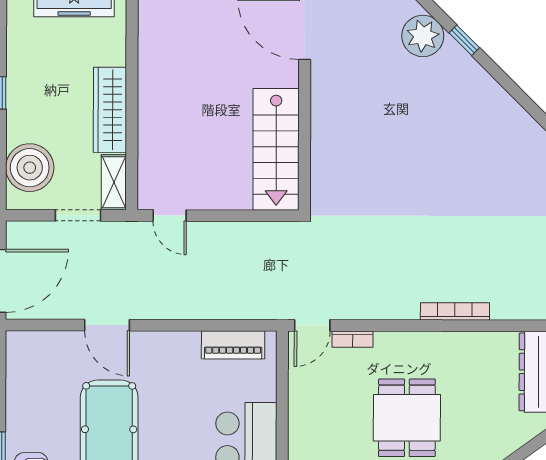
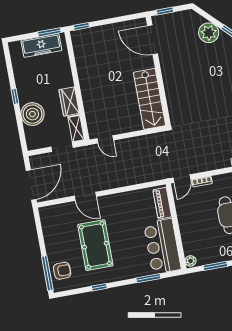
wardrobe: (110, 110) -> (69, 102), width x0.67
boiler: (30, 168) -> (32, 114), moved
piano: (233, 345) -> (162, 203), moved, turned 90

